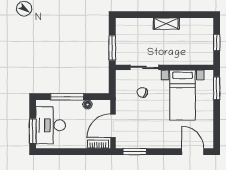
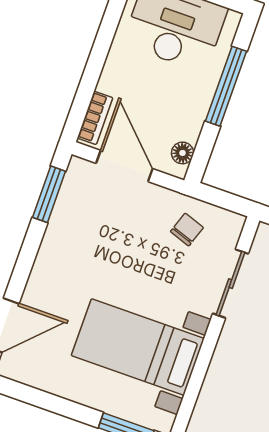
chair: (142, 92) -> (187, 230), moved
floor lamp: (87, 105) -> (183, 153), moved

